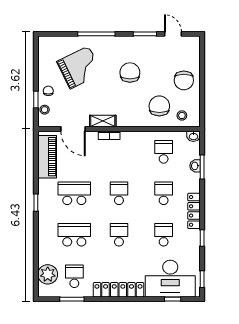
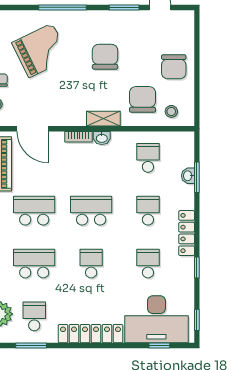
shelving: (103, 121) -> (103, 119), moved
washbasin: (193, 136) -> (102, 138), moved
school desk: (119, 193) -> (91, 211), width x1.85

